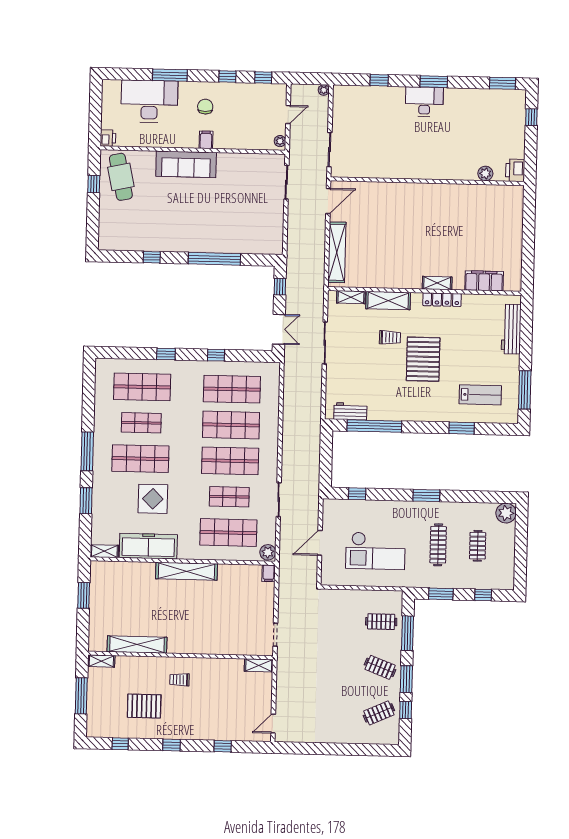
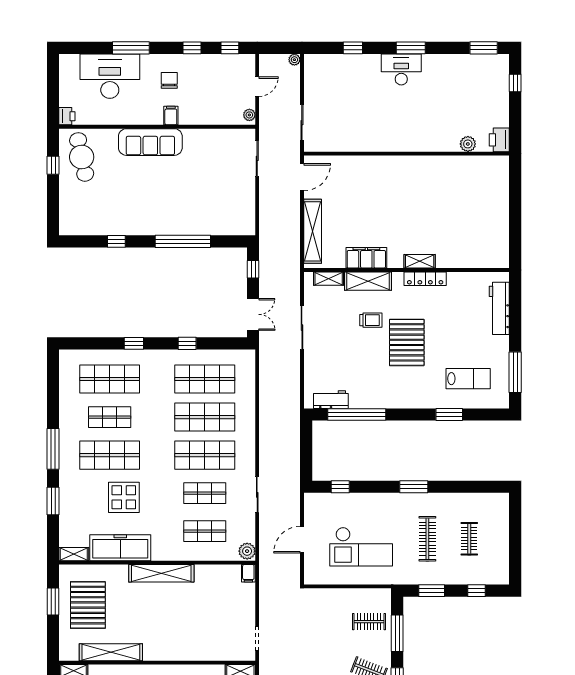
filing cabinet: (484, 281) -> (366, 258), moved
plant: (506, 513) -> (499, 503), removed
shop shelf: (228, 533) -> (205, 531), width x0.70, depth x0.74
pallet: (116, 600) -> (88, 605), added

